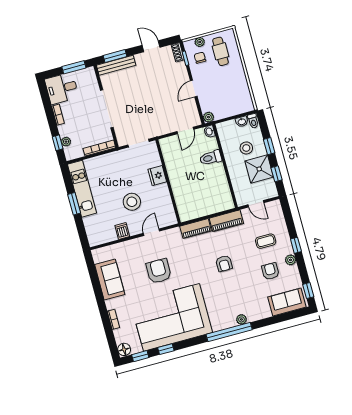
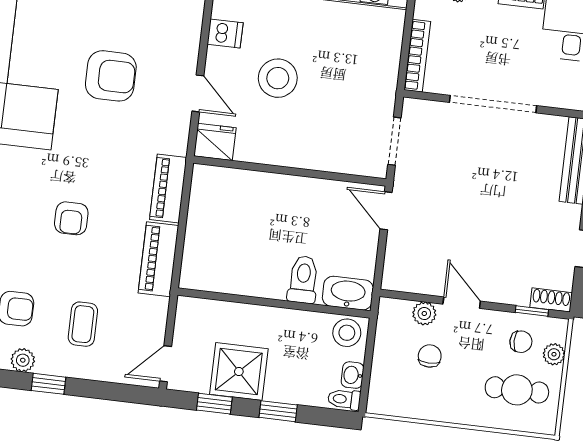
chair: (221, 93) -> (430, 356), added
plant: (208, 117) -> (424, 313), moved
door: (185, 130) -> (386, 211), moved
washbasin: (209, 131) -> (348, 293), width x1.91, depth x1.45
stool: (246, 148) -> (347, 333), moved
fridge: (157, 176) -> (215, 142), moved
door: (256, 204) -> (166, 364), moved
armchair: (224, 264) -> (71, 218), turned -90

